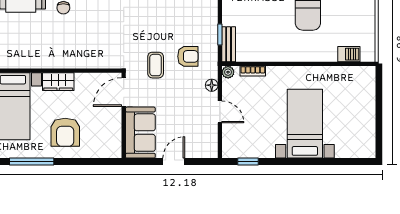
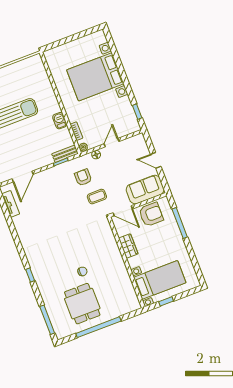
barbecue: (349, 54) -> (60, 121), moved
wardrobe: (58, 82) -> (128, 246), moved
bed with nightstands: (305, 124) -> (95, 77), width x1.36
armchair: (65, 132) -> (151, 214), moved
window: (32, 162) -> (180, 223), moved

